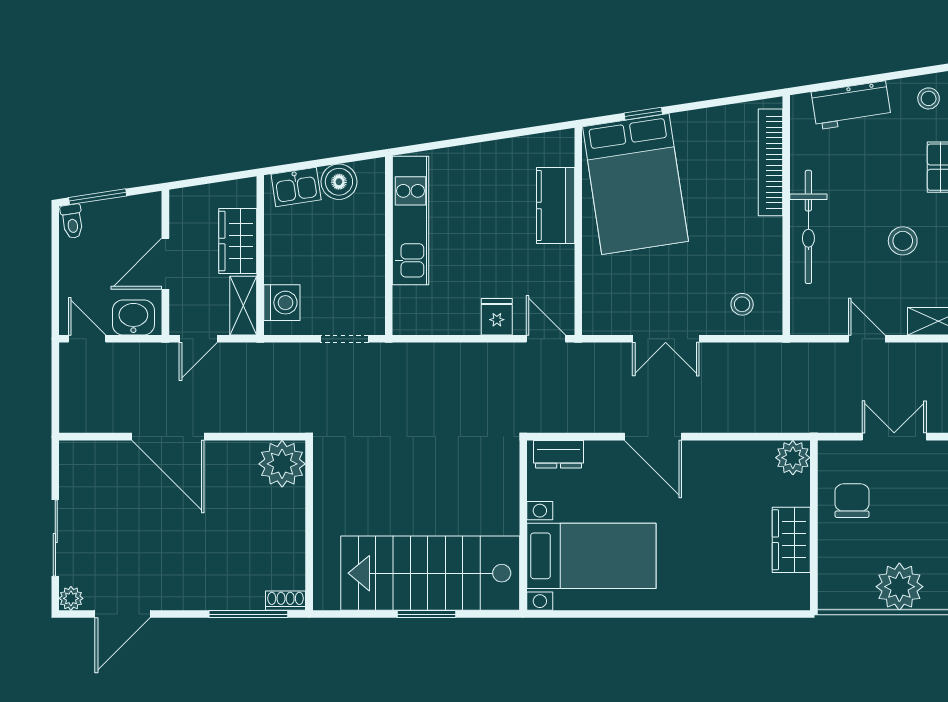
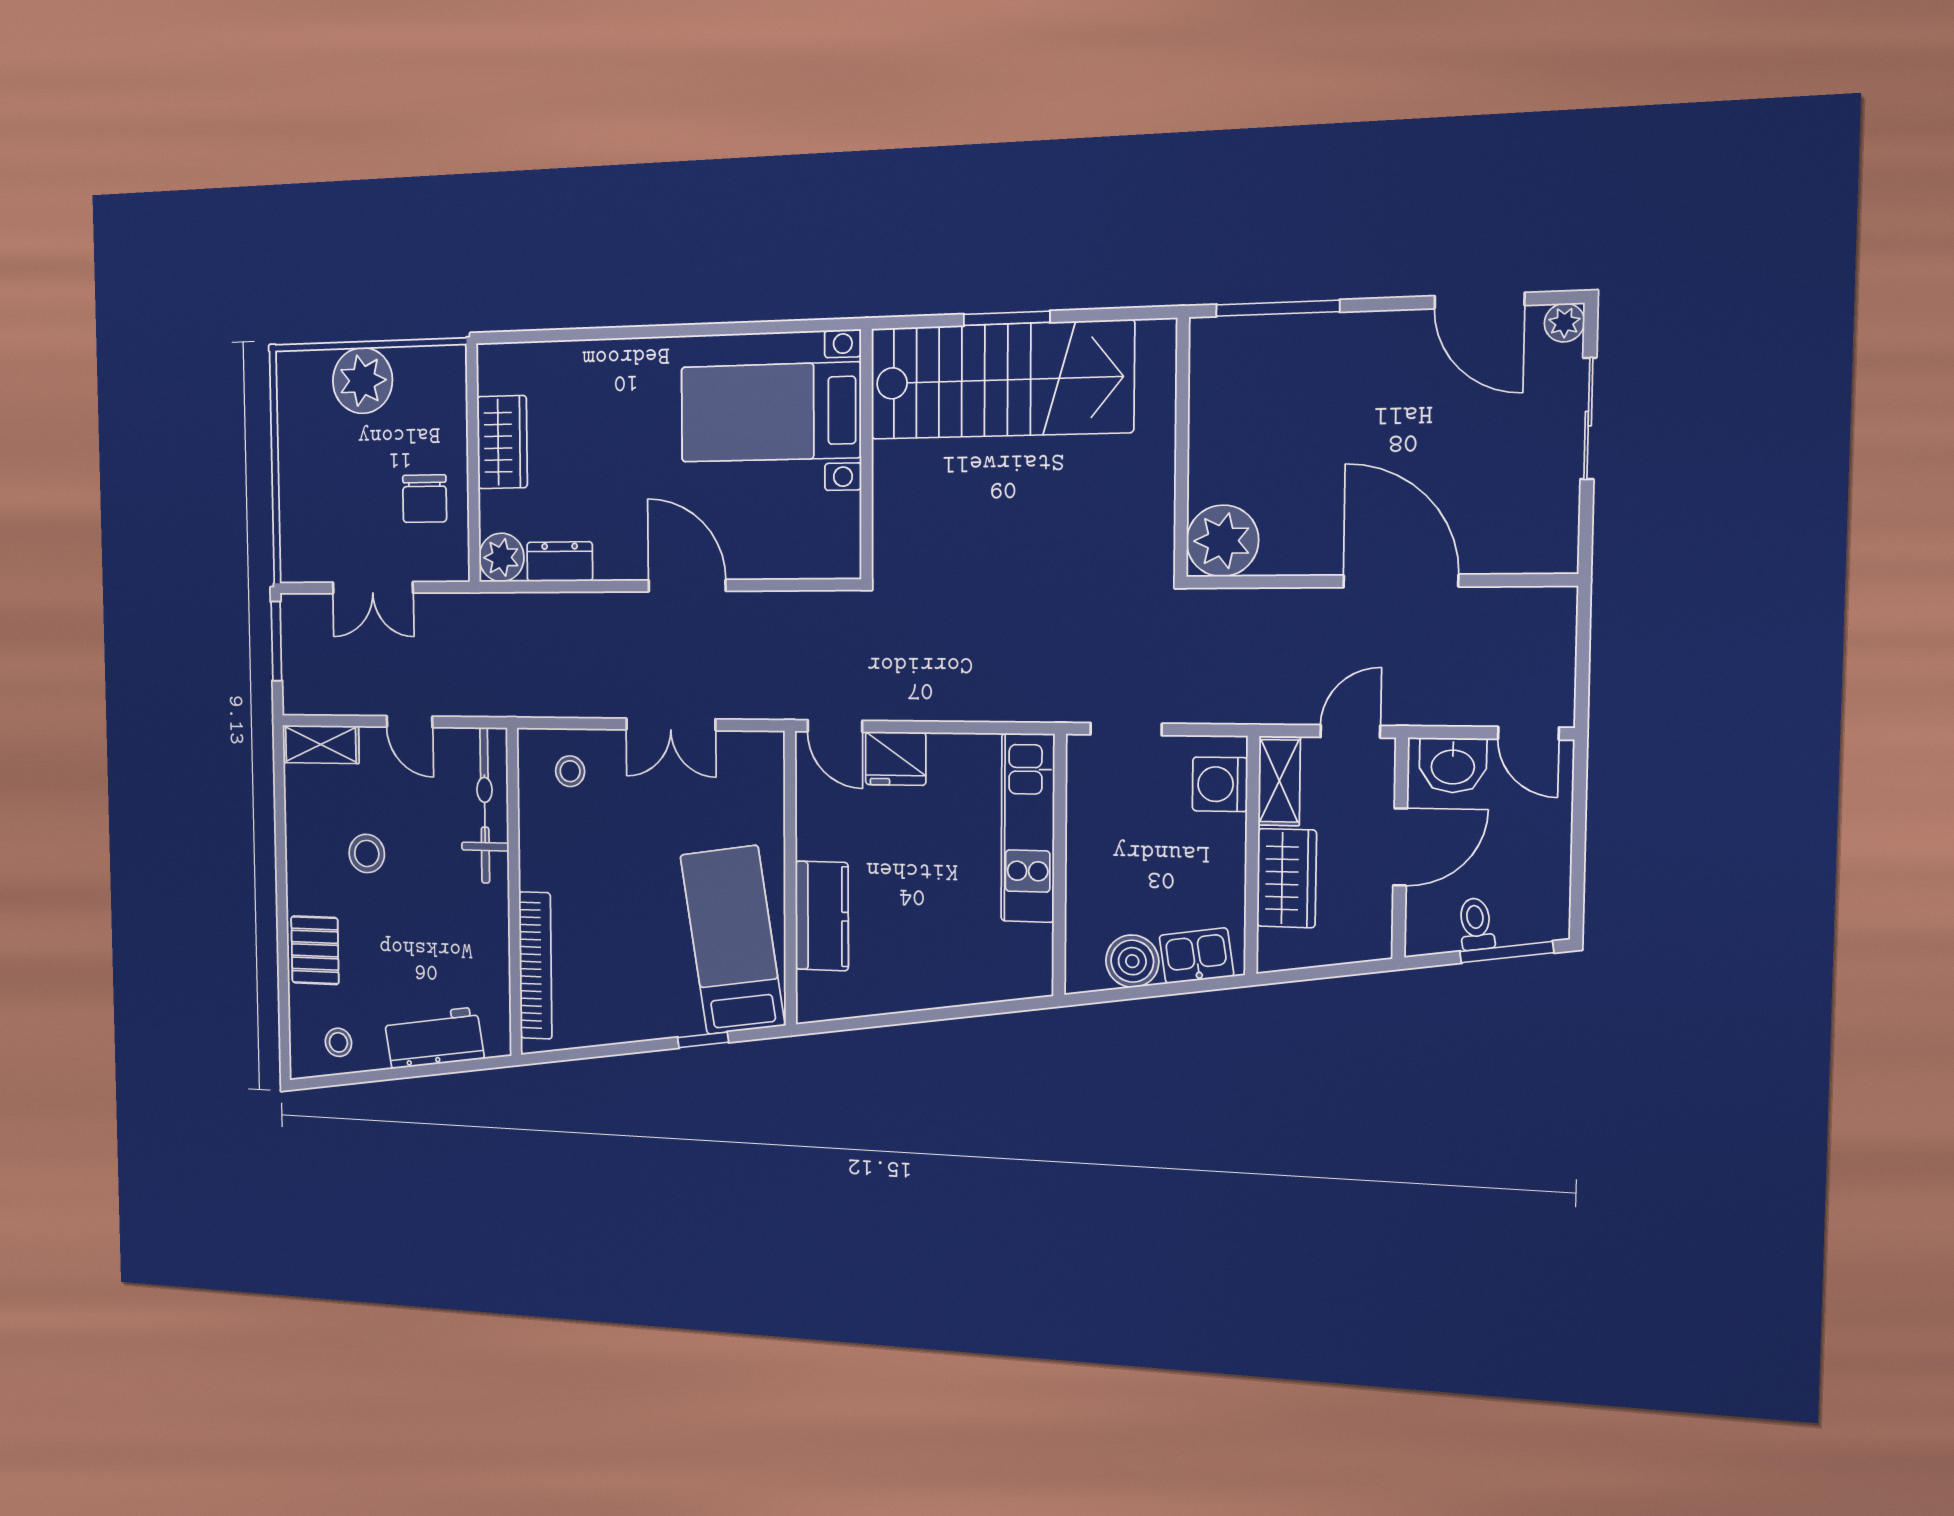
bed: (635, 184) -> (732, 940), width x0.67
kitchen unit: (411, 220) -> (1028, 828), moved
toilet: (72, 221) -> (1476, 924), moved
bicycle: (808, 227) -> (485, 805), moved
fridge: (497, 317) -> (896, 759), width x1.38
double door: (666, 339) -> (671, 724), swing flipped
dresser: (559, 454) -> (560, 562), moved
shoe rack: (286, 601) -> (1219, 331), removed
door: (123, 614) -> (1479, 301), swing flipped

